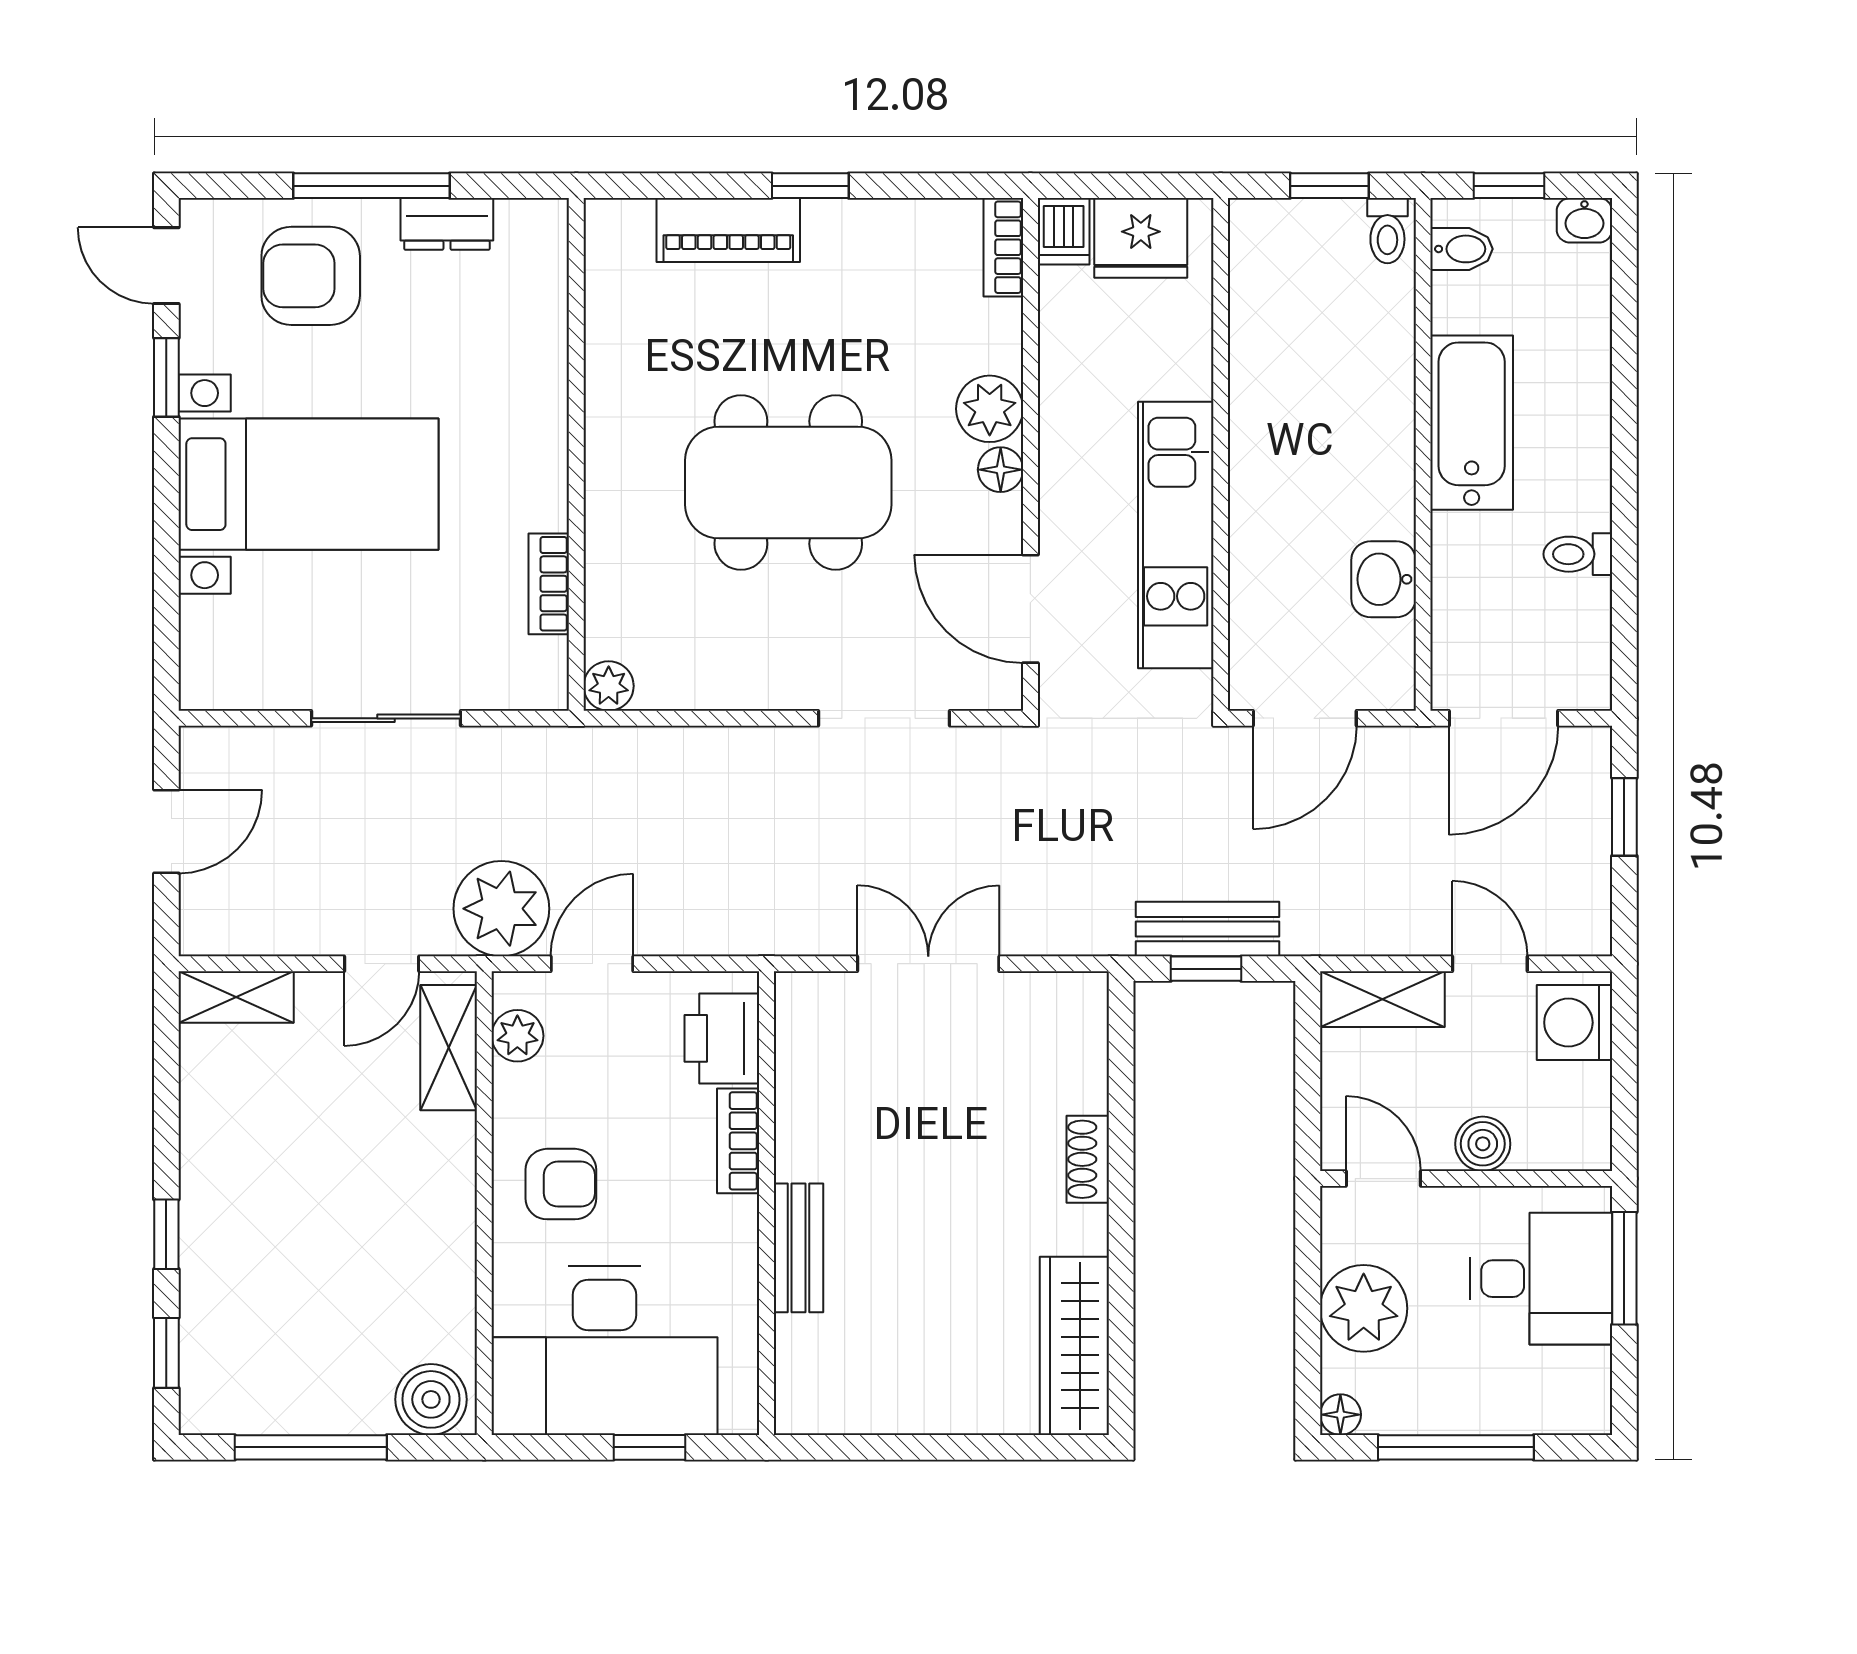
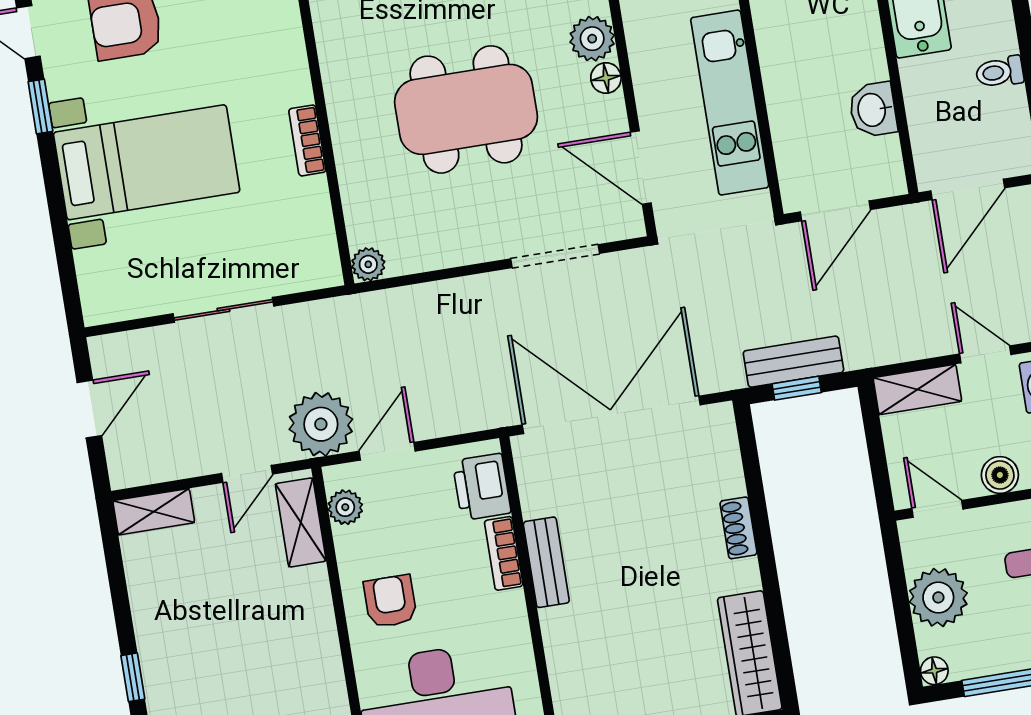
bookcase: (549, 584) -> (307, 140), moved
double door: (928, 964) -> (611, 415), width x1.87
armchair: (561, 1184) -> (390, 601), turned -90
bench: (799, 1248) -> (546, 562), moved

